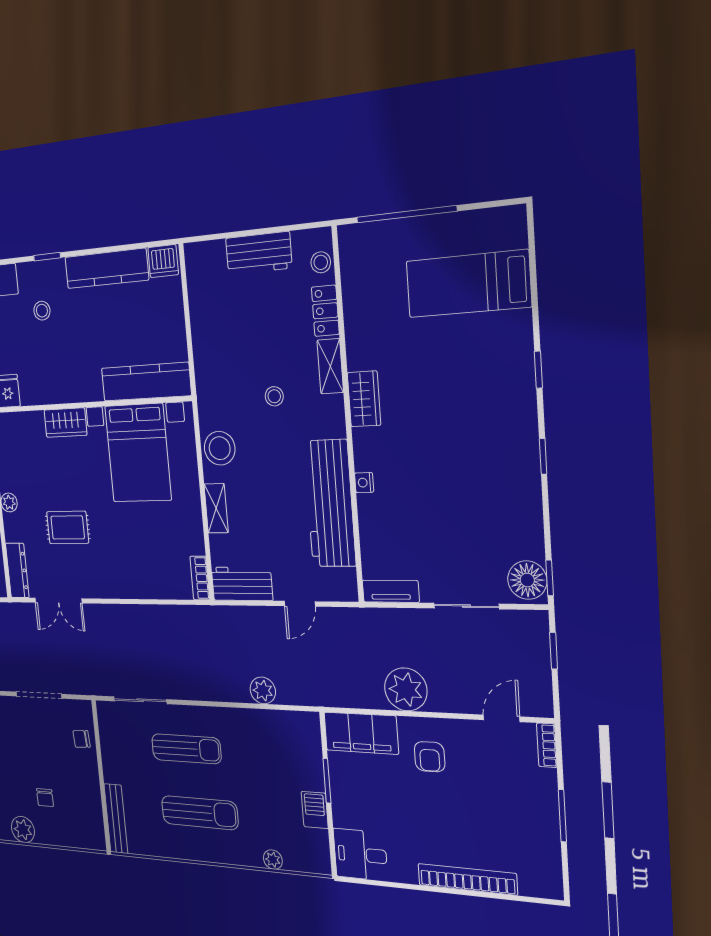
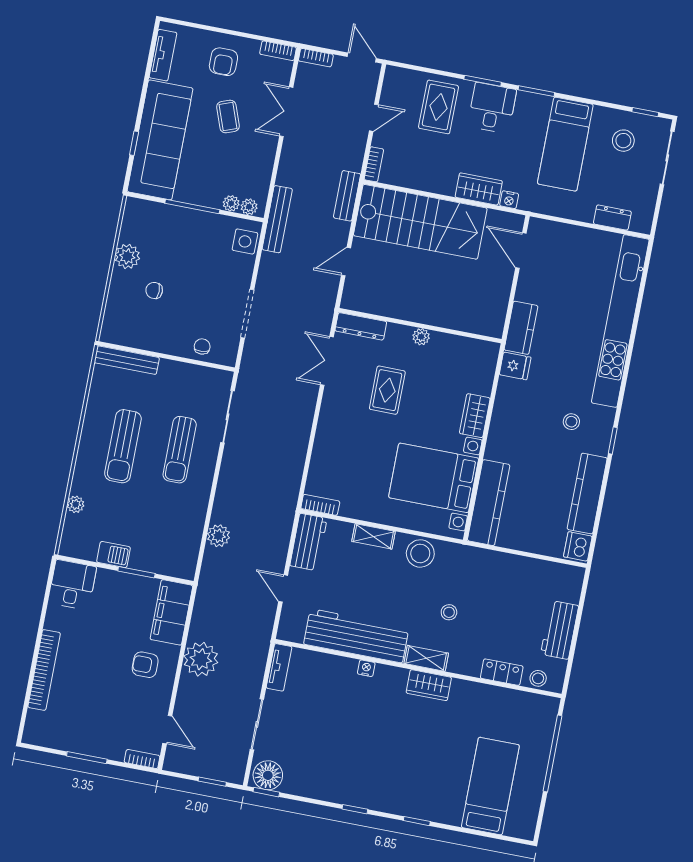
shelving: (330, 366) -> (426, 658), moved

